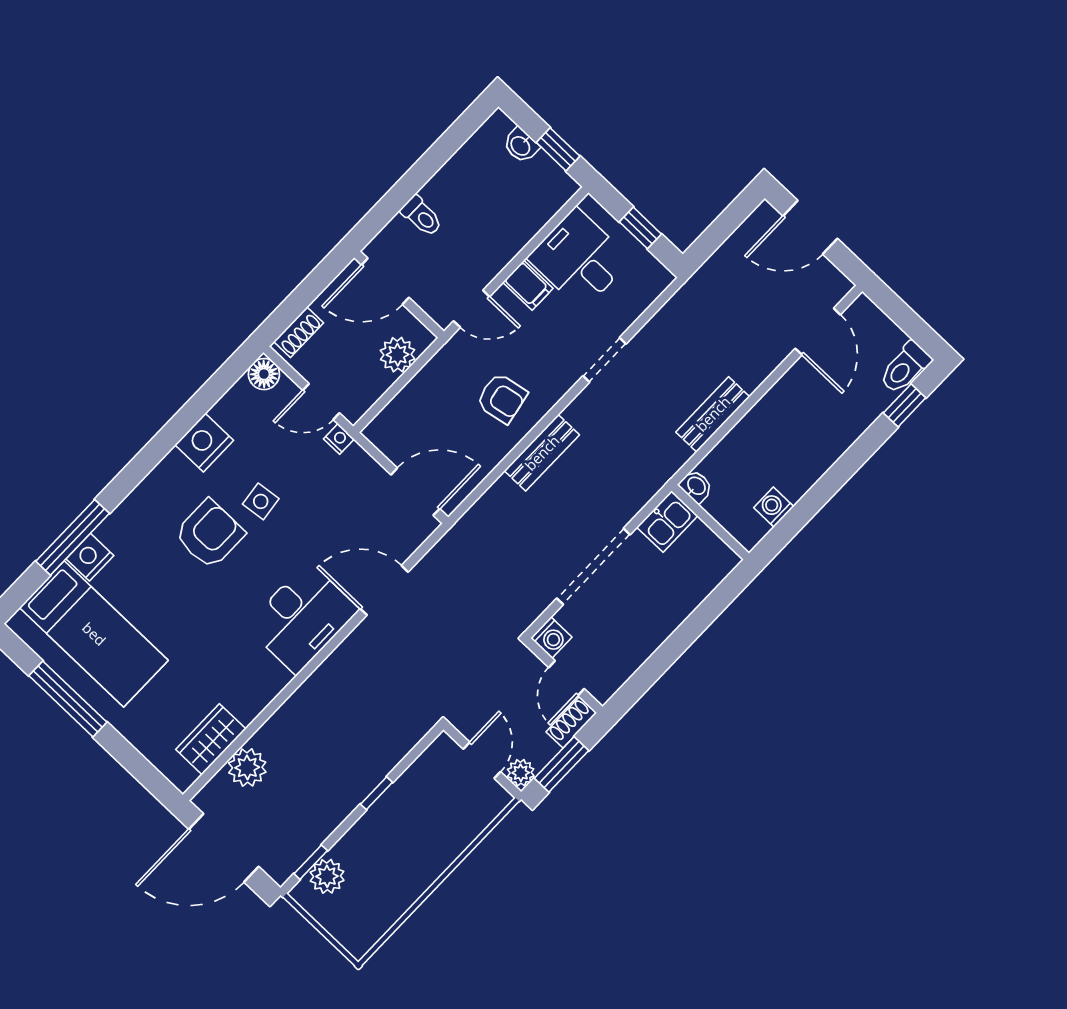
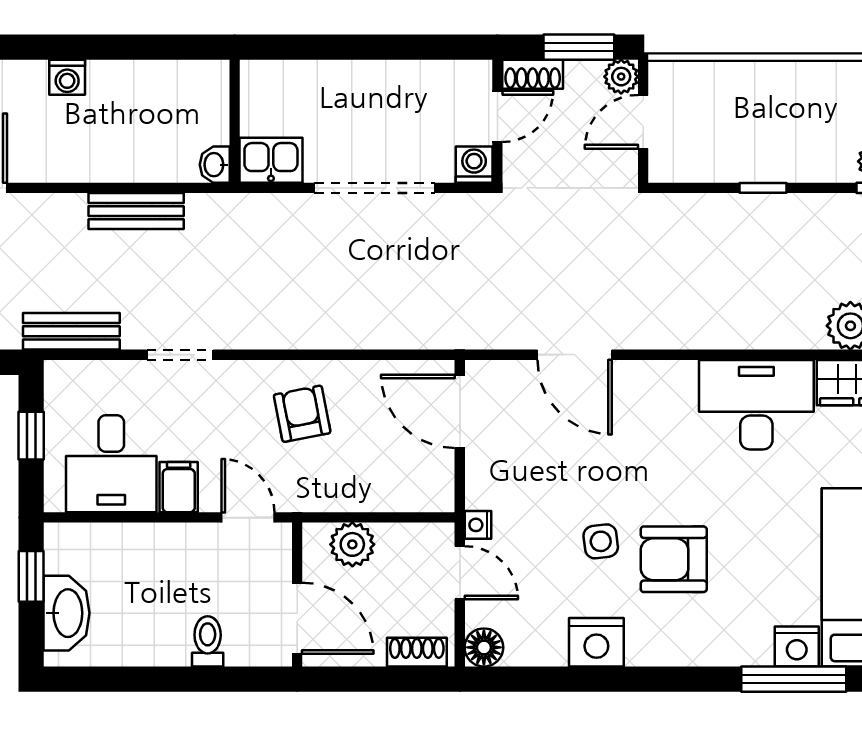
washbasin: (521, 145) -> (67, 613), width x1.91, depth x1.45
bench: (542, 453) -> (71, 331), moved
washing machine: (774, 507) -> (67, 77), moved
desk: (302, 618) -> (756, 405), moved

